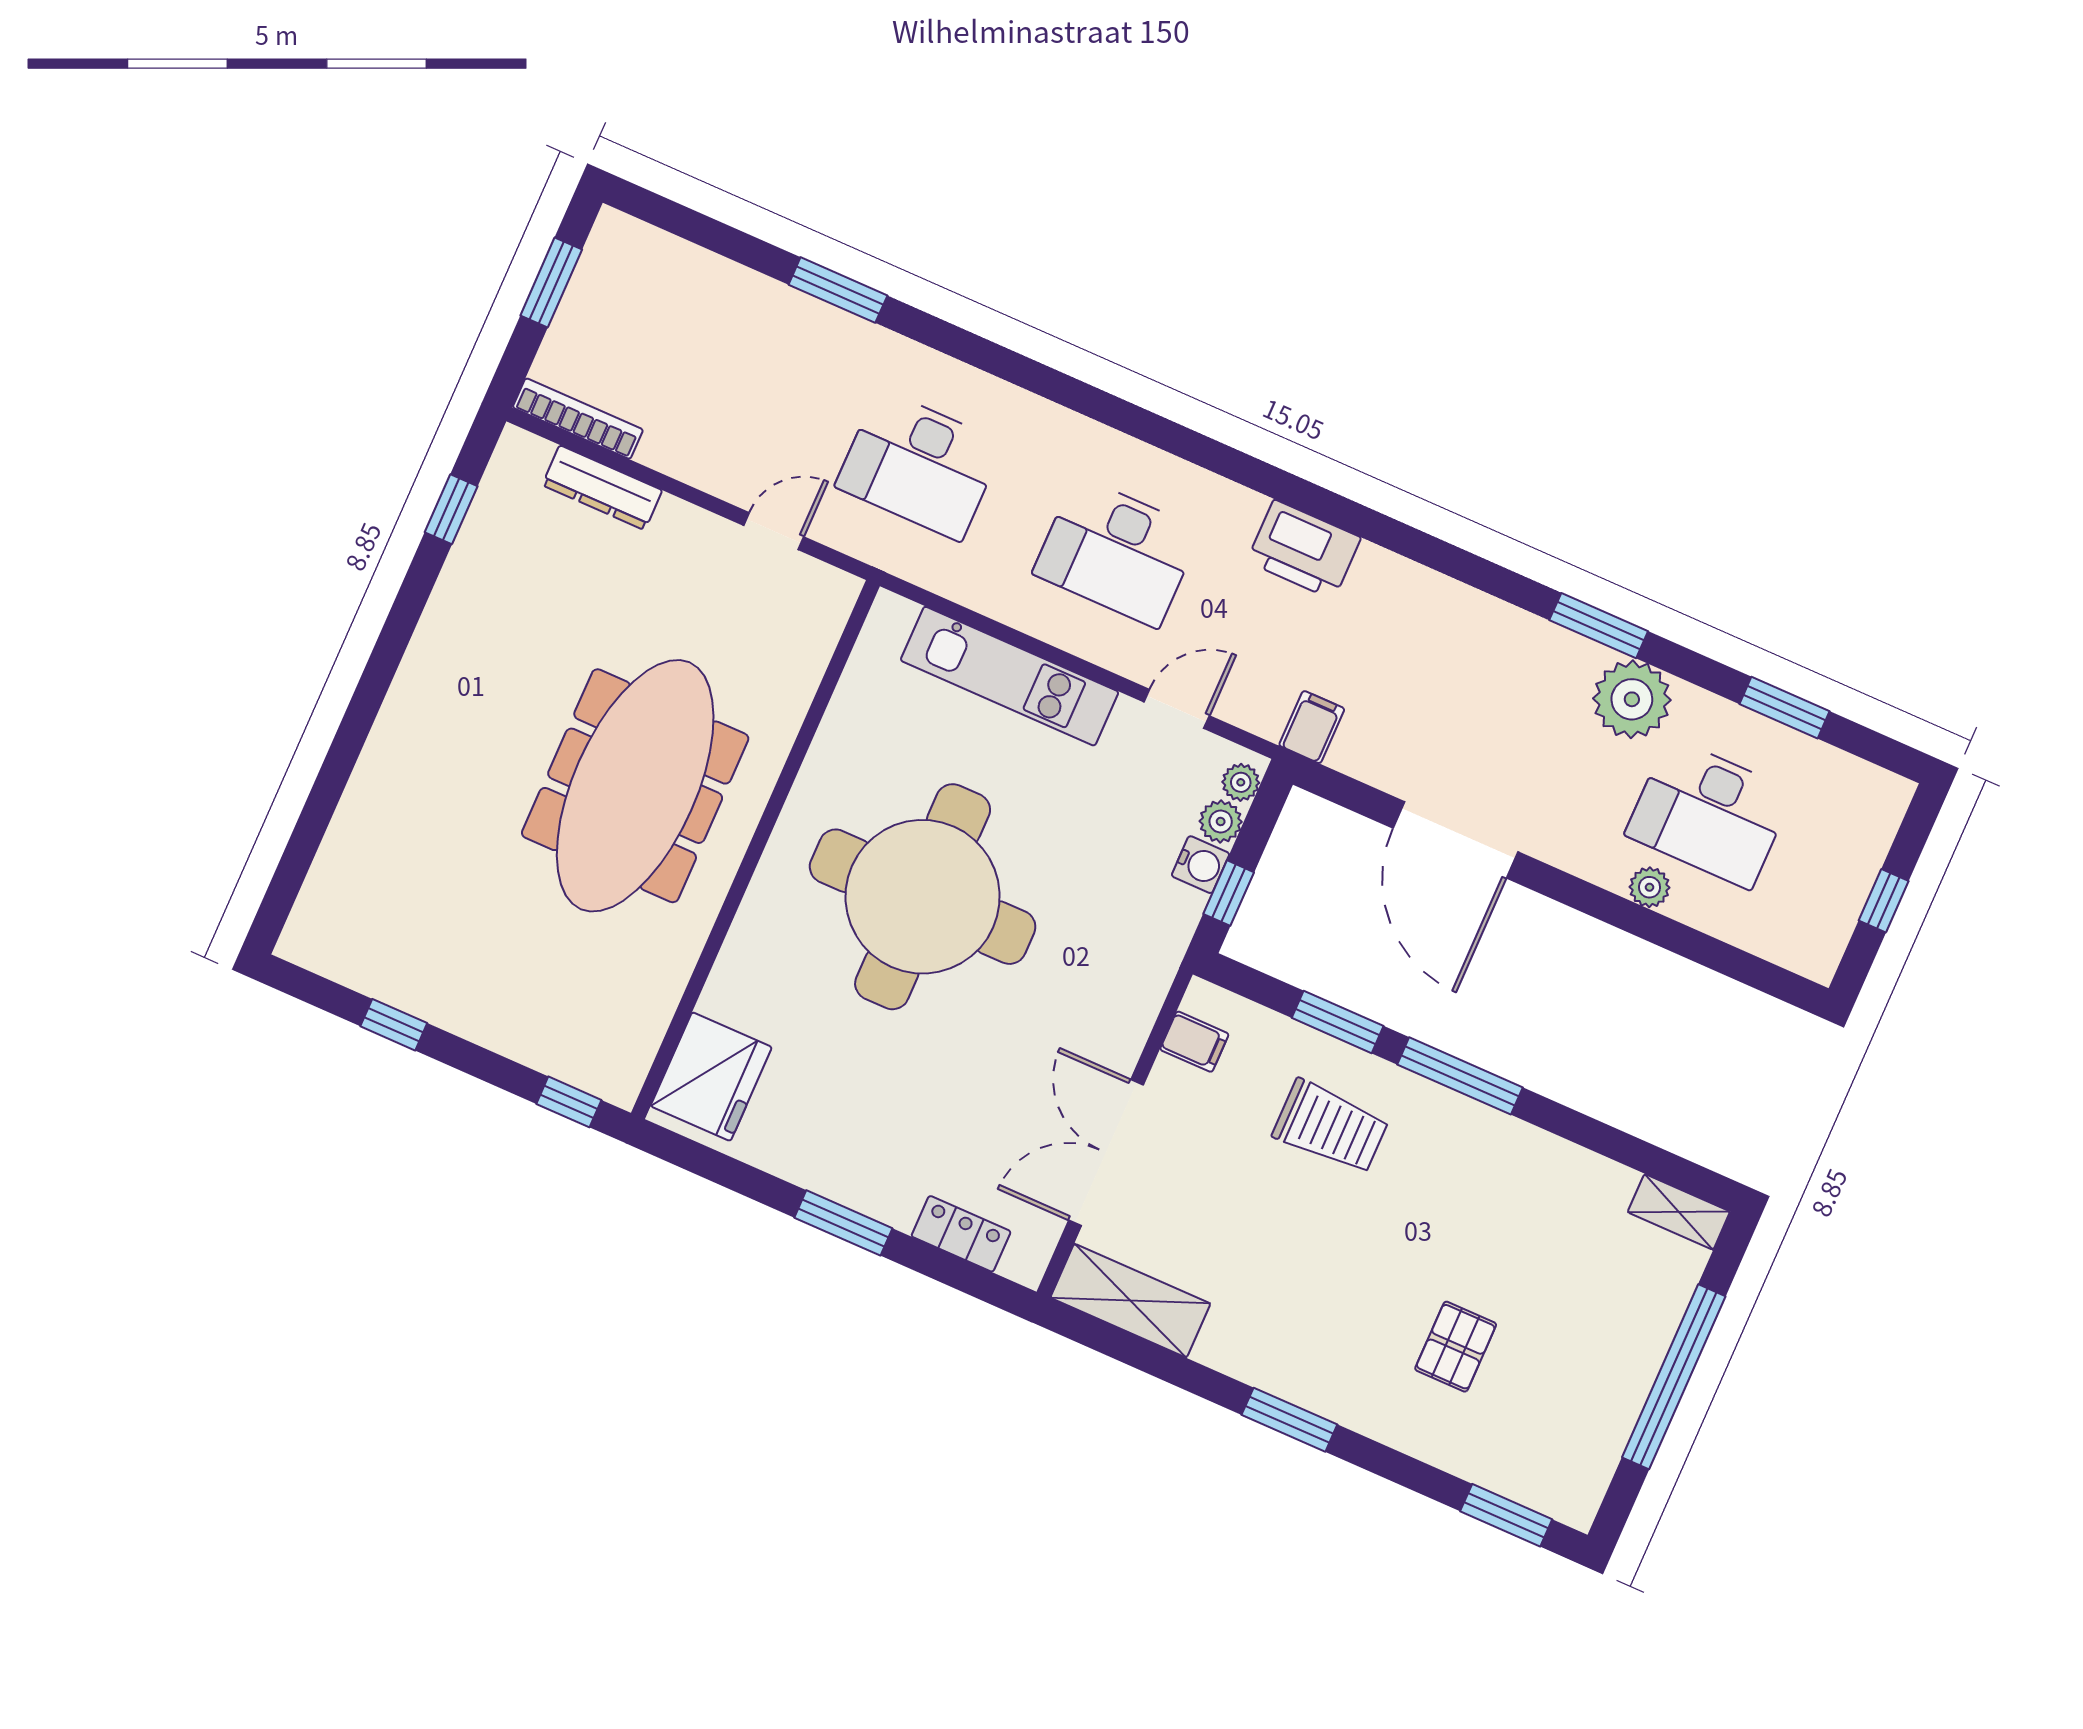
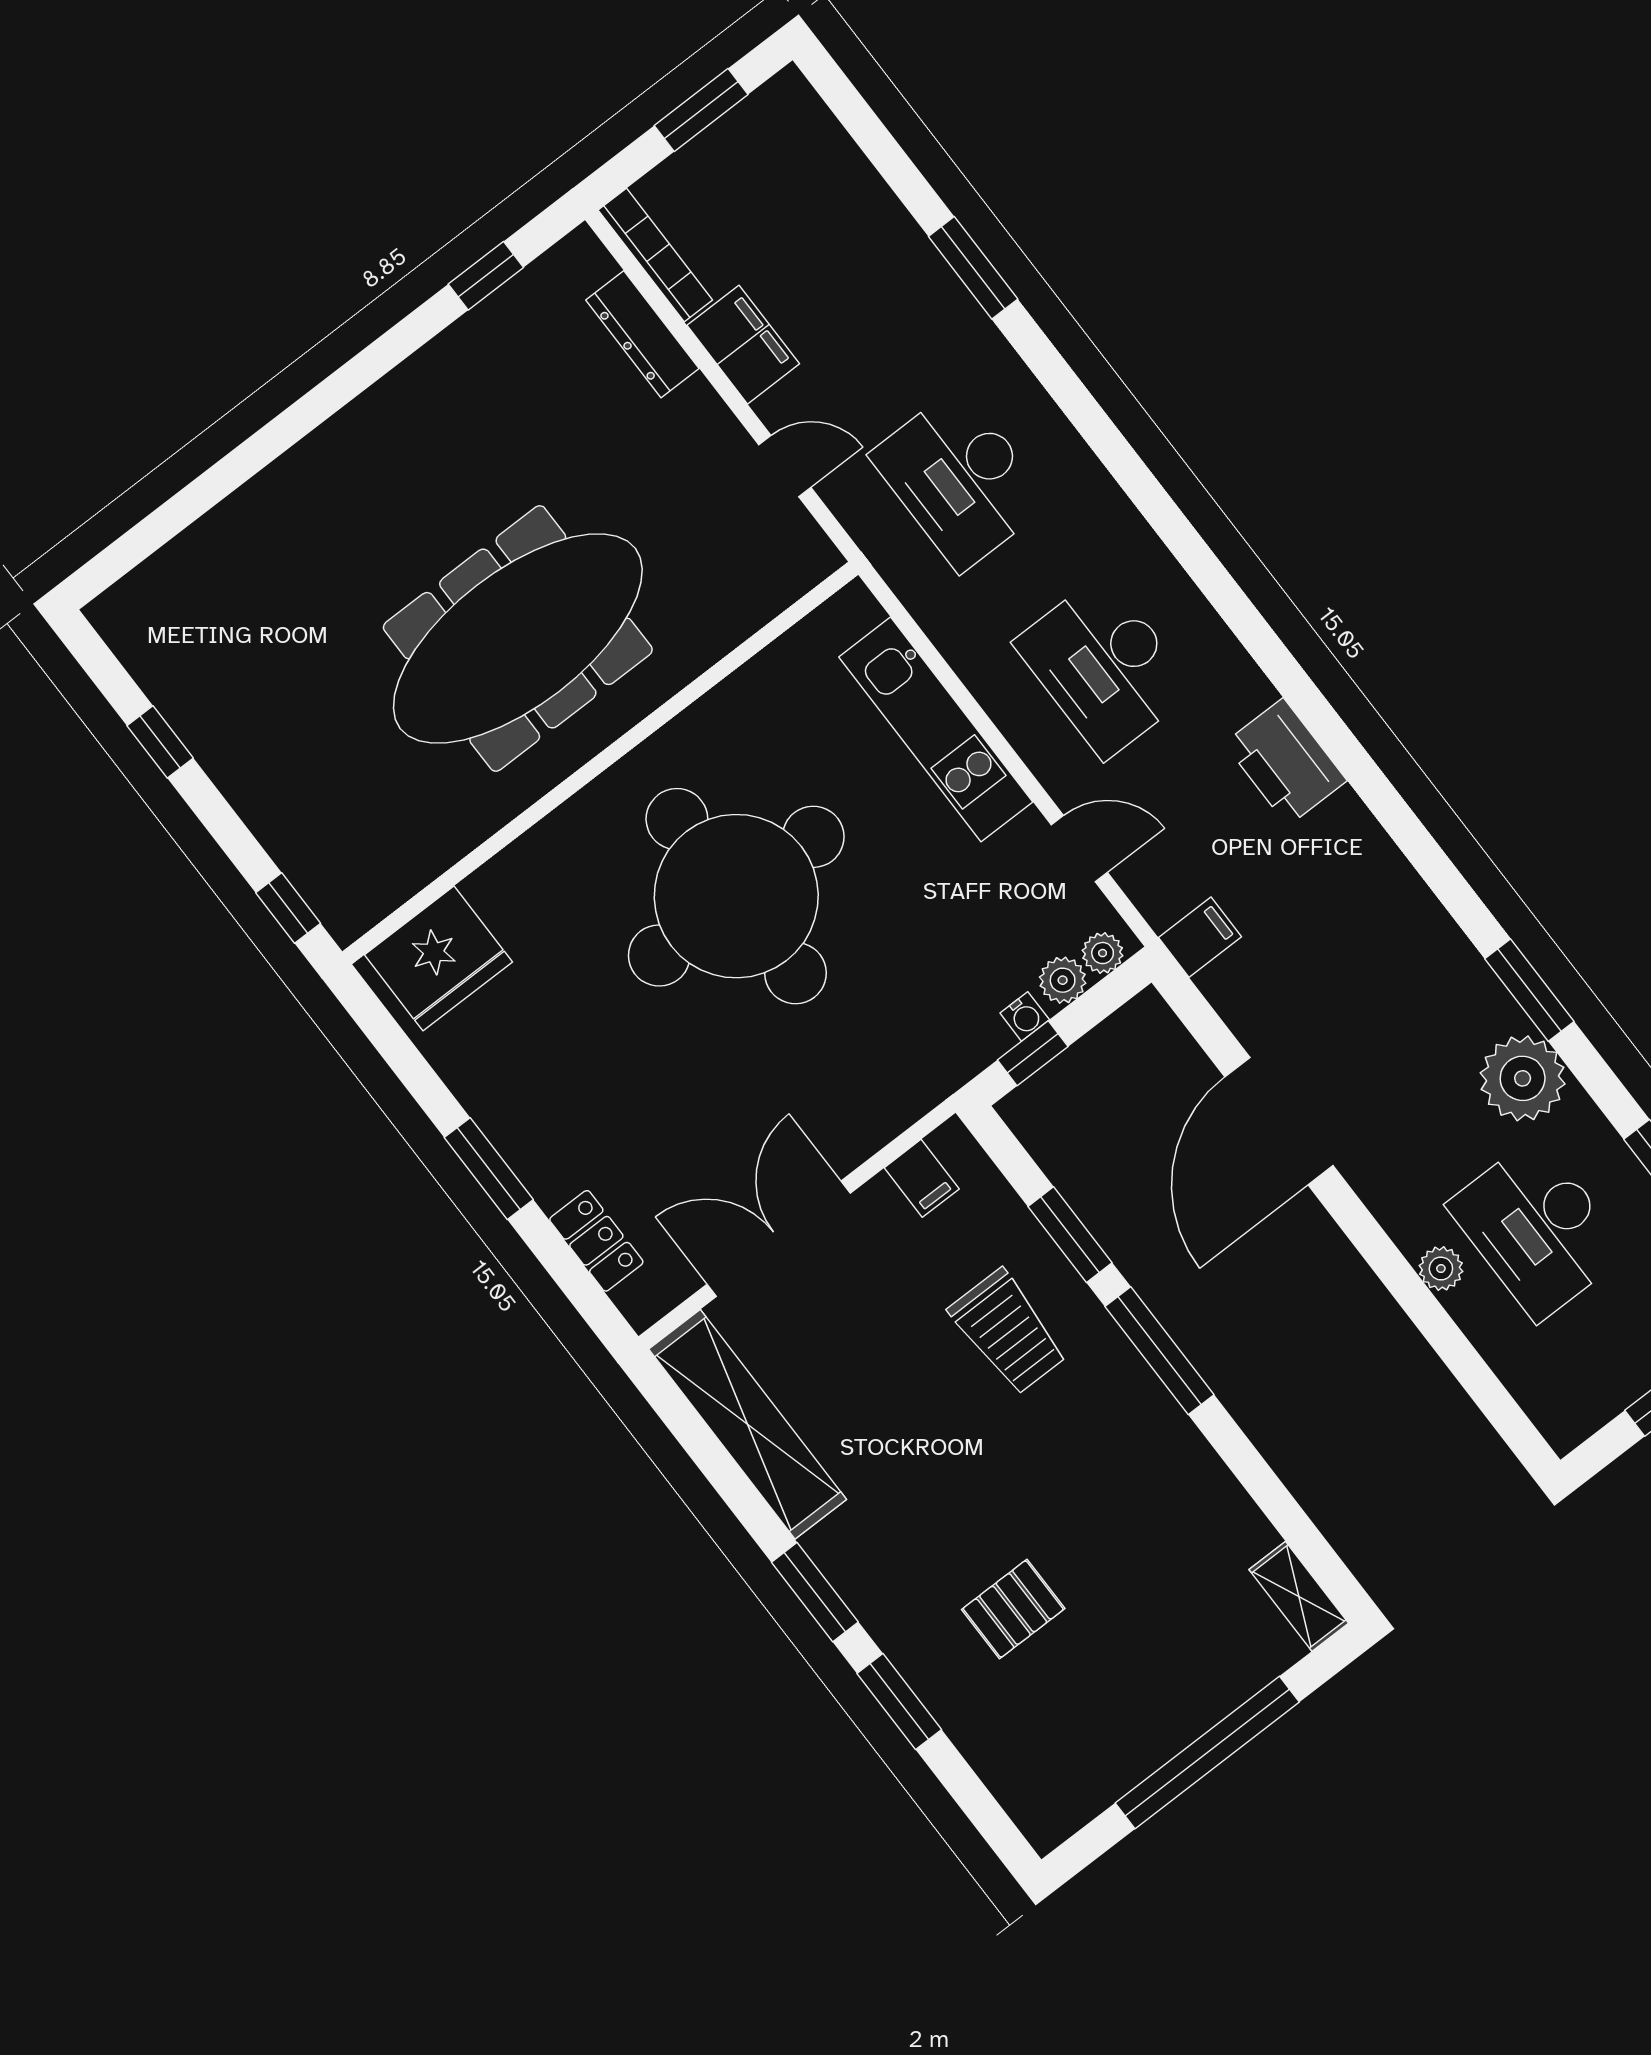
filing cabinet: (687, 452) -> (743, 345), added
water cooler: (1200, 865) -> (1025, 1016), width x0.72, depth x0.72
shelving: (1130, 1301) -> (748, 1424), width x1.47
window: (1506, 1515) -> (899, 1702), moved

